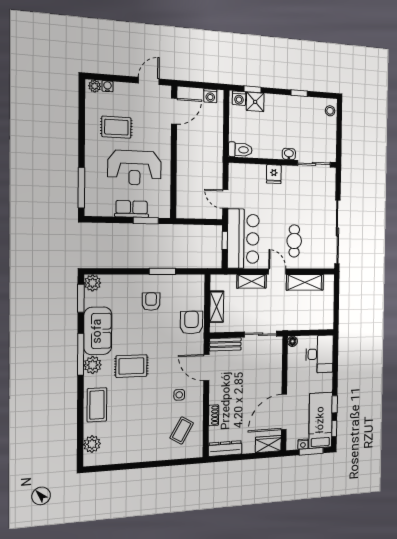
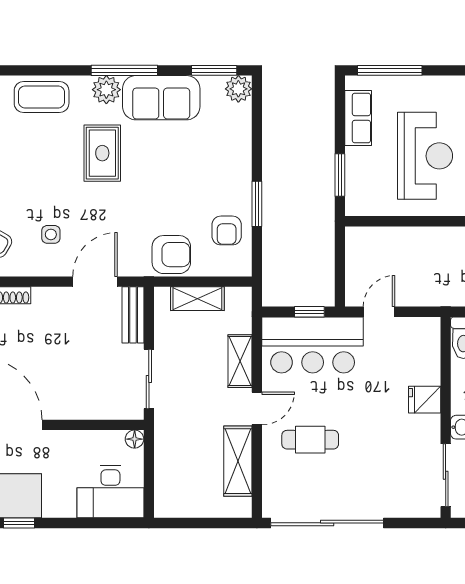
reception desk: (135, 168) -> (425, 156), turned 180
row of seats: (132, 209) -> (358, 118), moved
armchair: (151, 302) -> (227, 230), moved, turned 90

